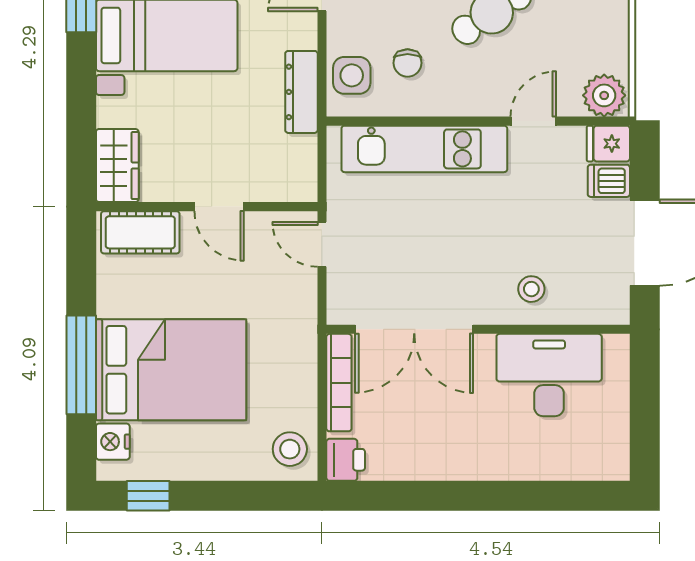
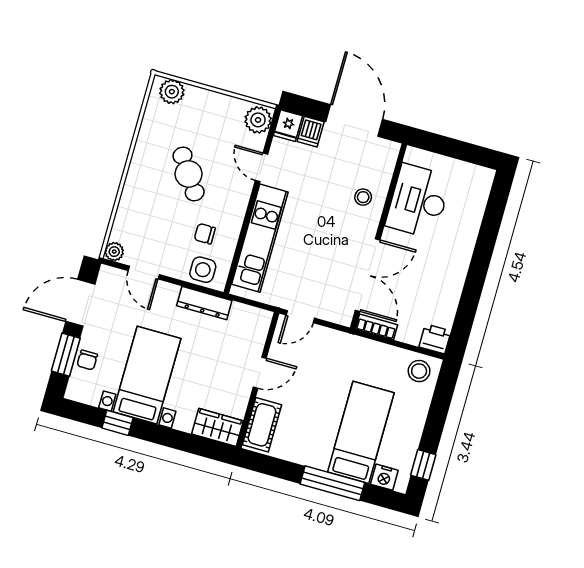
chair: (408, 63) -> (205, 234), turned 180
bed: (171, 370) -> (361, 432), width x0.67
bookcase: (339, 383) -> (376, 327), width x0.64

